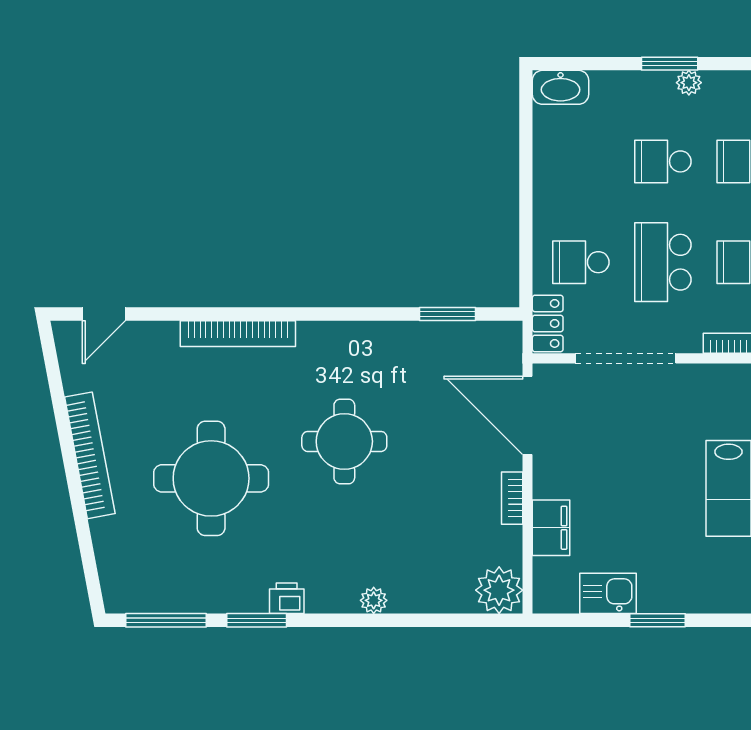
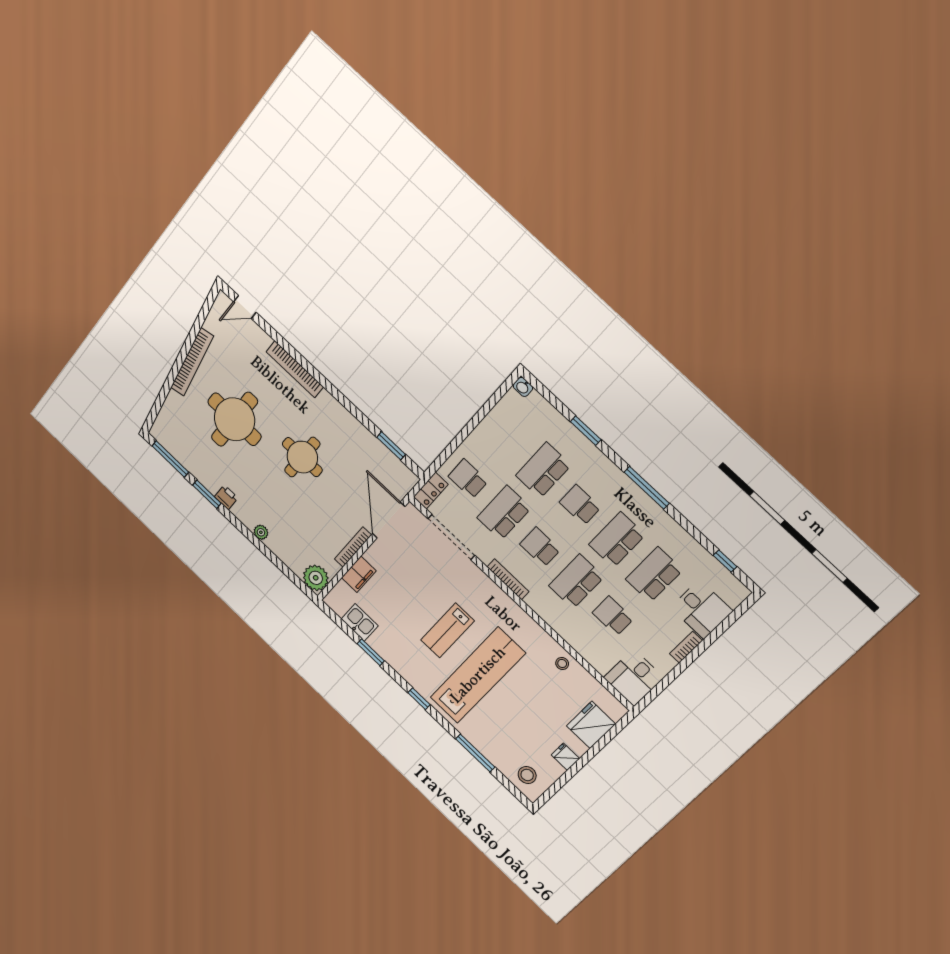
plant: (689, 83) -> (587, 447), removed
washbasin: (561, 87) -> (523, 387), width x0.52, depth x0.69
school desk: (663, 161) -> (543, 470), width x1.85
bookcase: (512, 498) -> (353, 547), width x1.56

